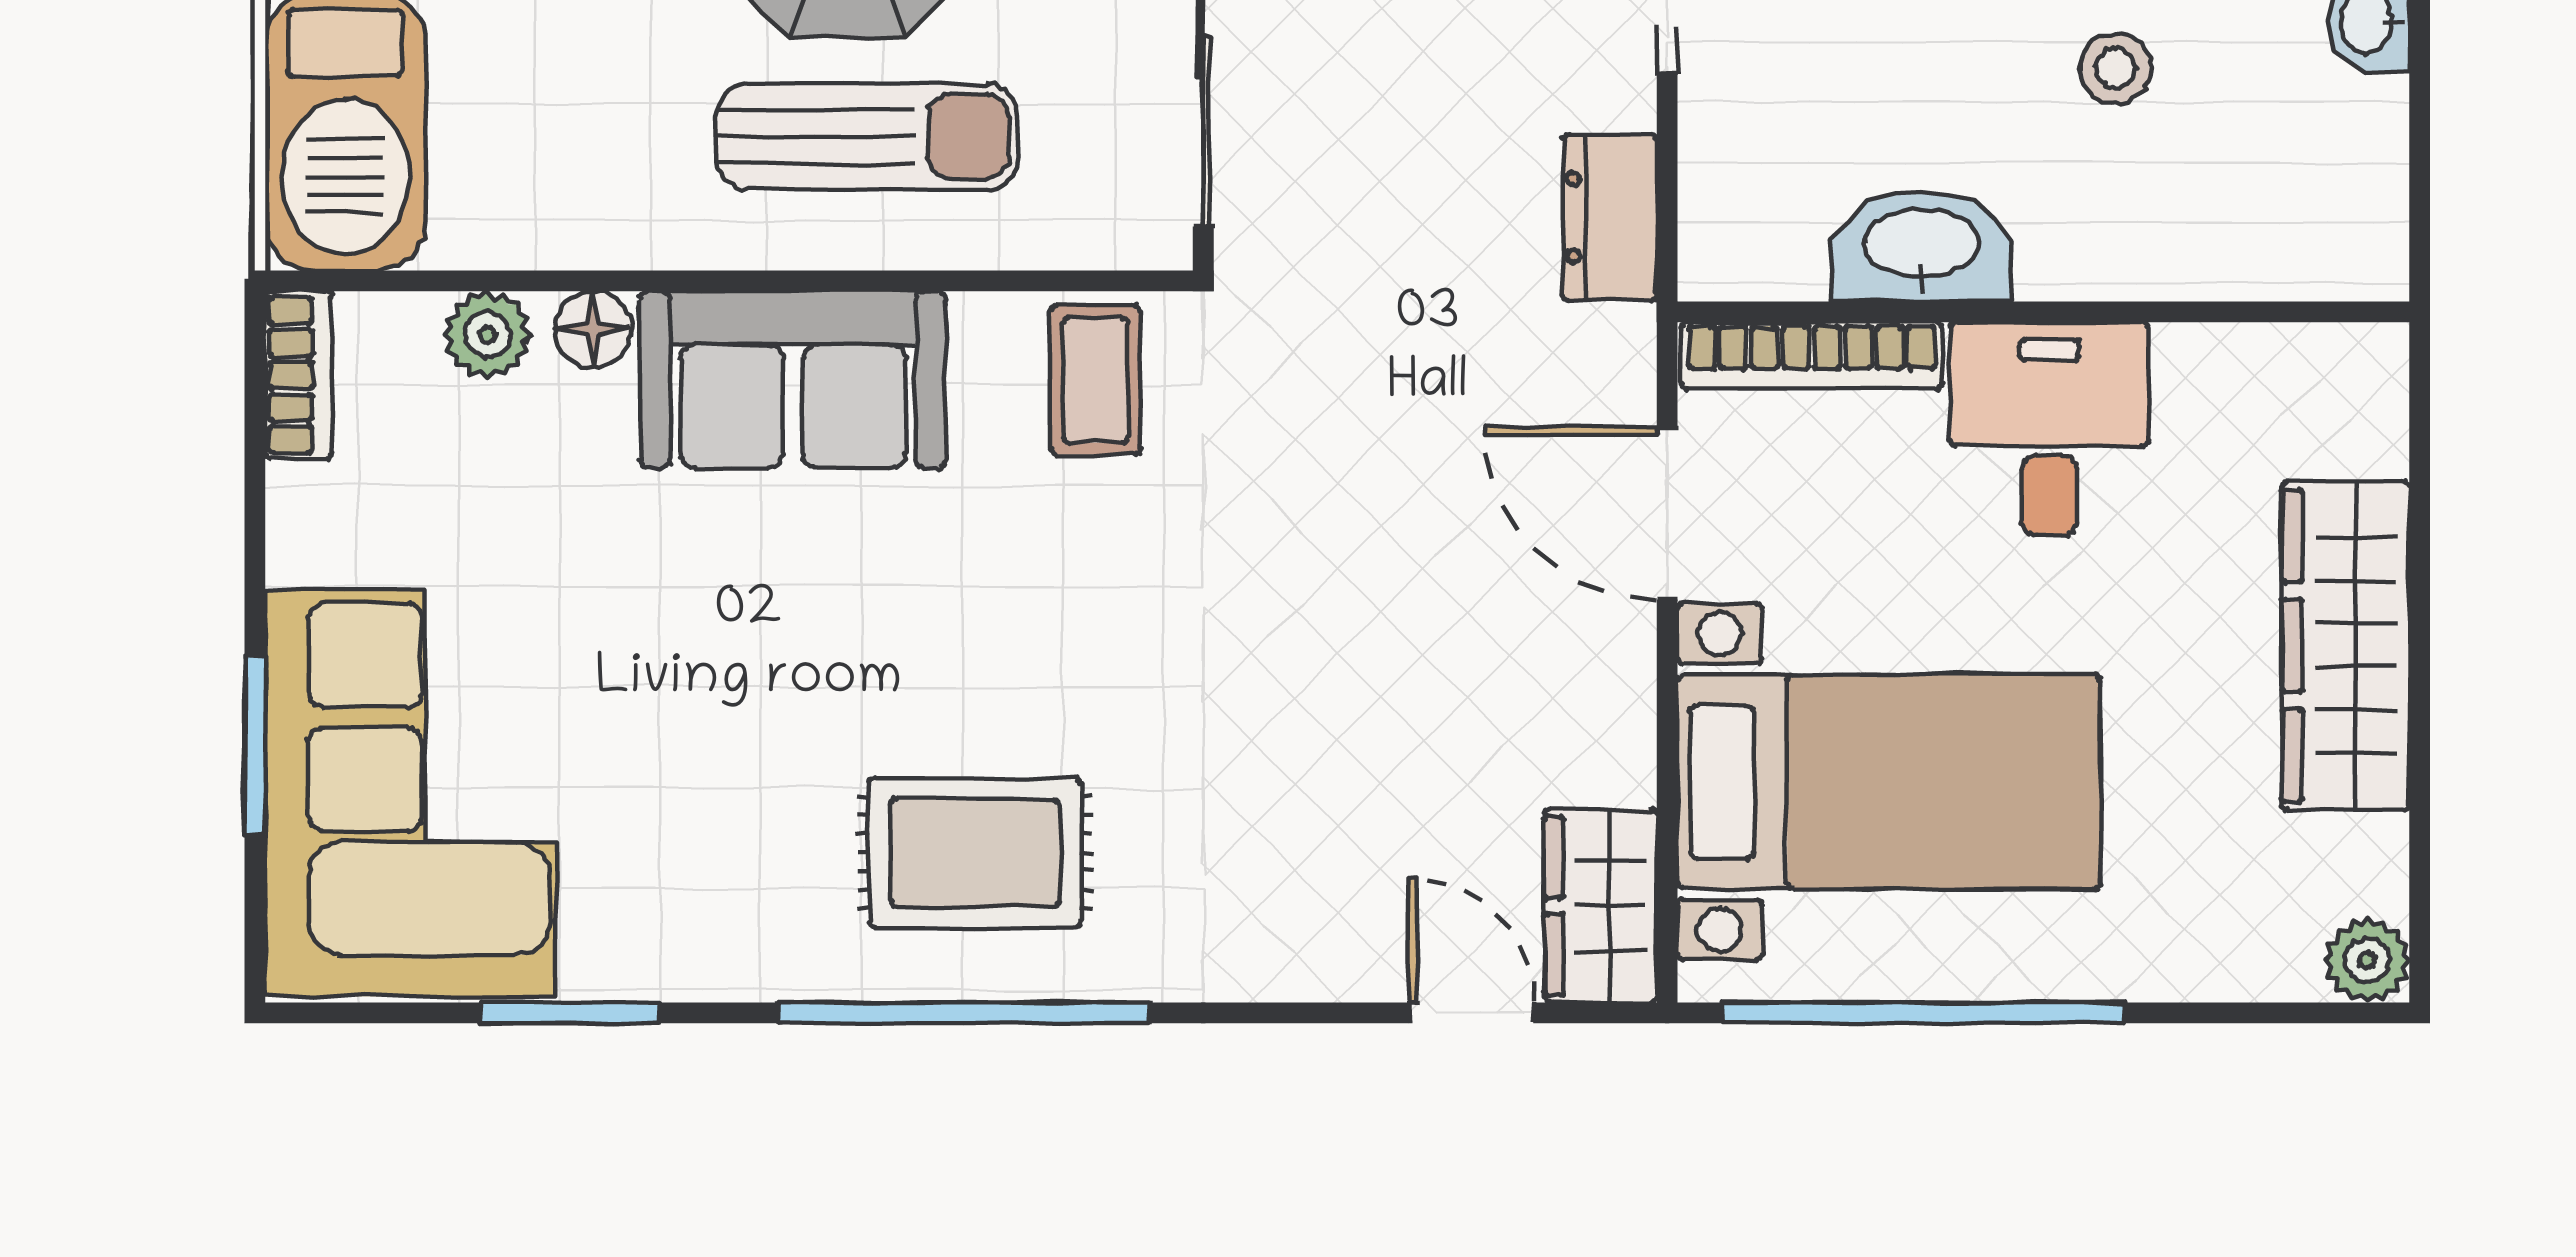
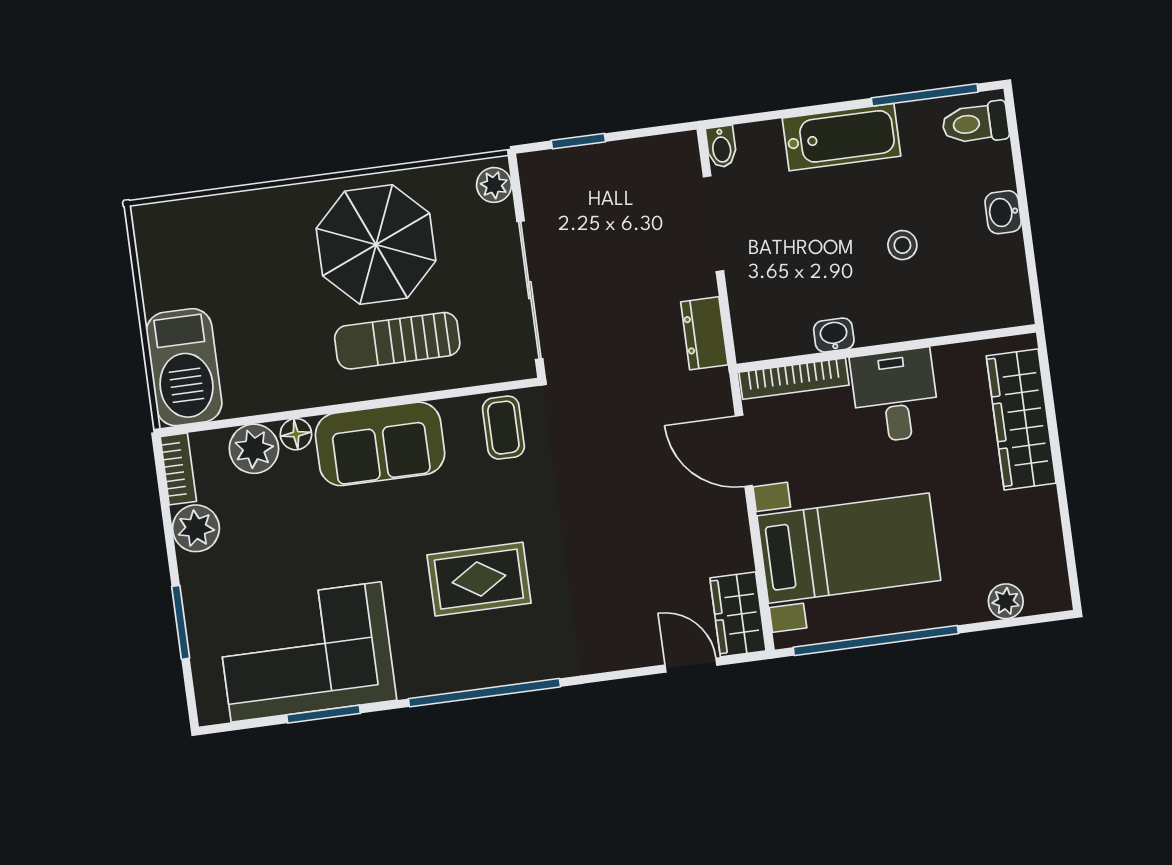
sun lounger: (868, 137) -> (397, 341), turned 180
washbasin: (1921, 246) -> (834, 335), width x0.52, depth x0.69
plant: (487, 335) -> (254, 449), width x1.38, depth x1.38
plant: (322, 524) -> (196, 528), added
wardrobe: (2346, 646) -> (1021, 420), moved
corner sofa: (410, 793) -> (306, 652), moved, turned -90
rug: (975, 853) -> (479, 579), moved
plant: (2367, 960) -> (1006, 601), moved

